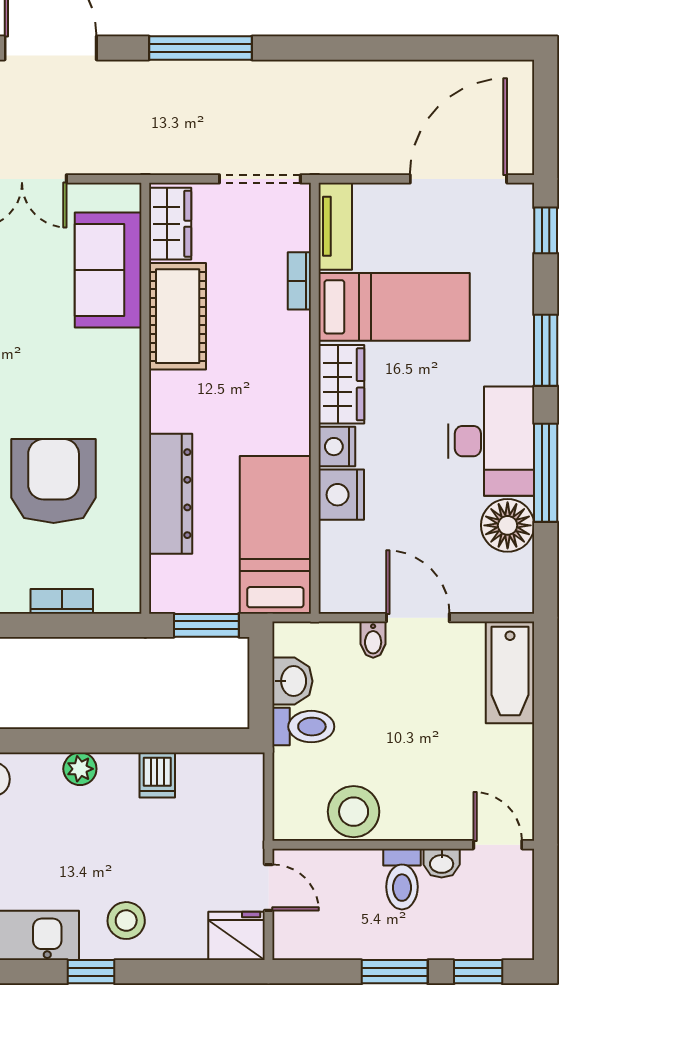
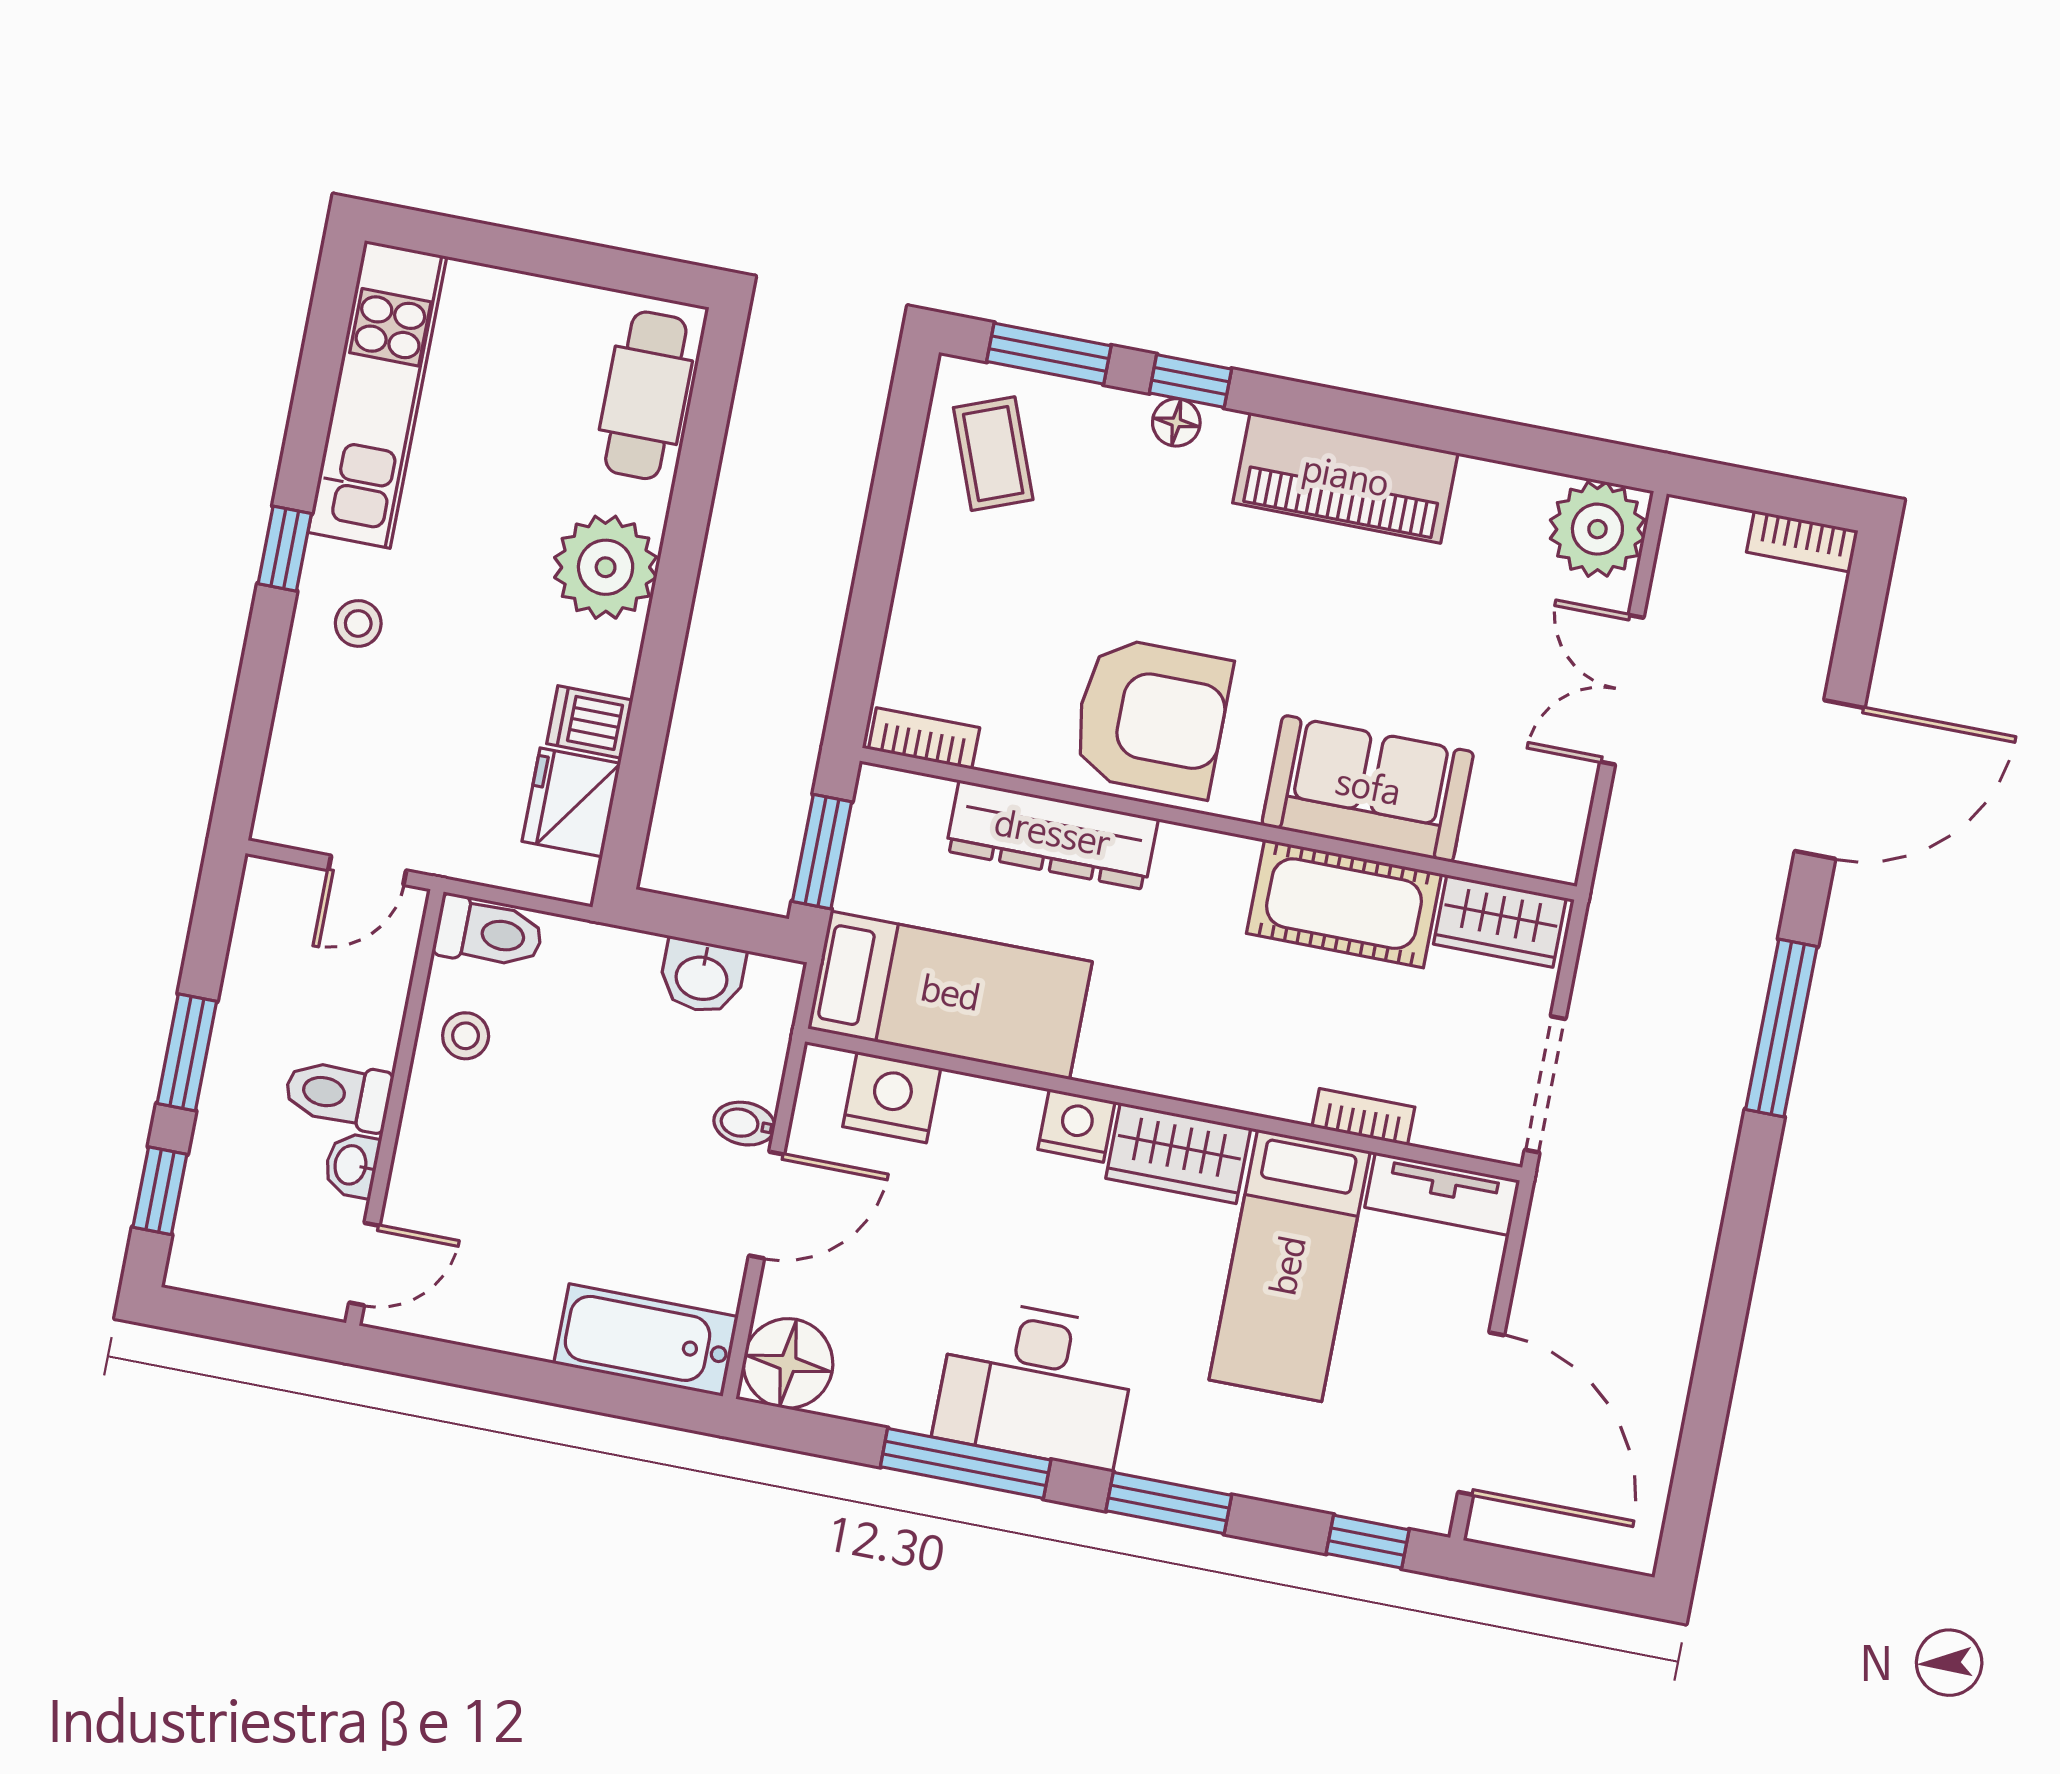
sofa: (108, 270) -> (1368, 789), moved
armchair: (54, 481) -> (1151, 717), moved
nightstand: (341, 495) -> (892, 1097), moved
floor lamp: (508, 525) -> (788, 1363), moved
bookcase: (62, 601) -> (924, 738), moved, turned -90
toilet: (303, 727) -> (489, 933), moved, turned -90
plant: (80, 769) -> (606, 567), width x1.88, depth x1.88
stool: (354, 812) -> (466, 1036), width x0.53, depth x0.53
stool: (126, 921) -> (358, 623), width x0.73, depth x0.73
fridge: (236, 936) -> (571, 802), moved, turned 180

